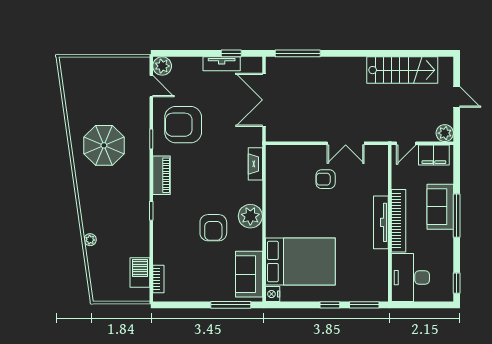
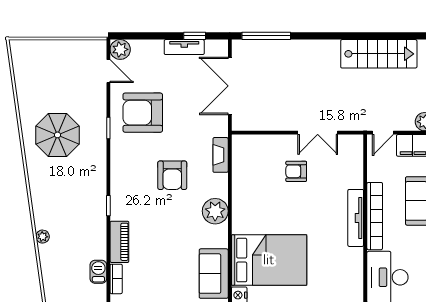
piano: (161, 175) -> (119, 242), moved
armchair: (213, 228) -> (172, 175), moved
barbecue: (140, 272) -> (98, 272), width x0.73, depth x0.79

